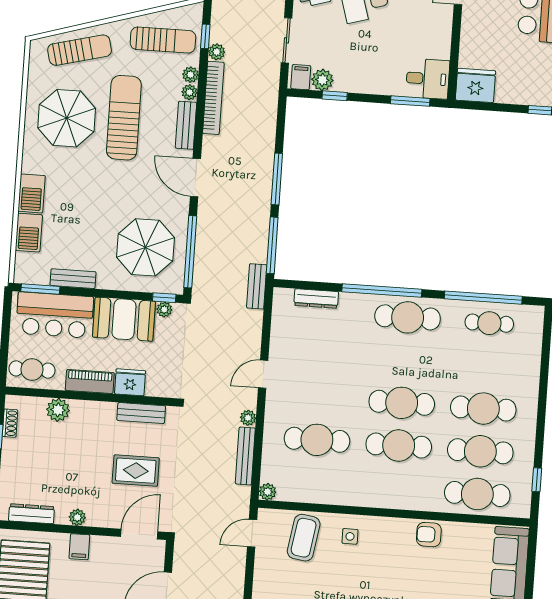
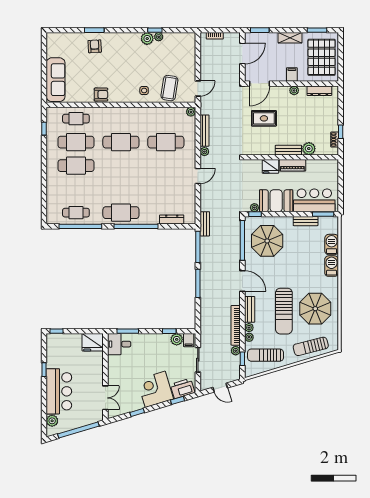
cafe table: (32, 369) -> (325, 170), removed
cafe table: (402, 403) -> (121, 166), removed
bench: (141, 413) -> (288, 150), moved
cafe table: (477, 494) -> (76, 119), width x0.73, depth x0.74

